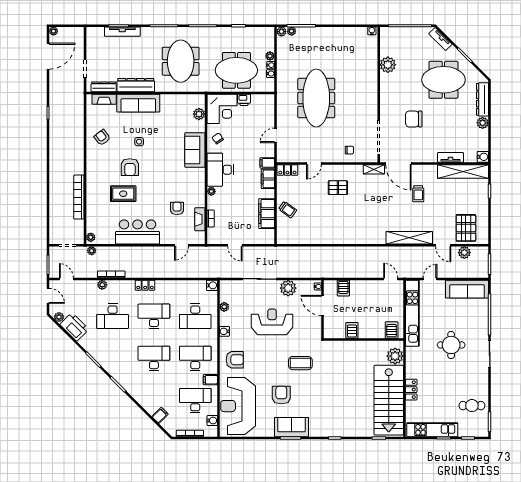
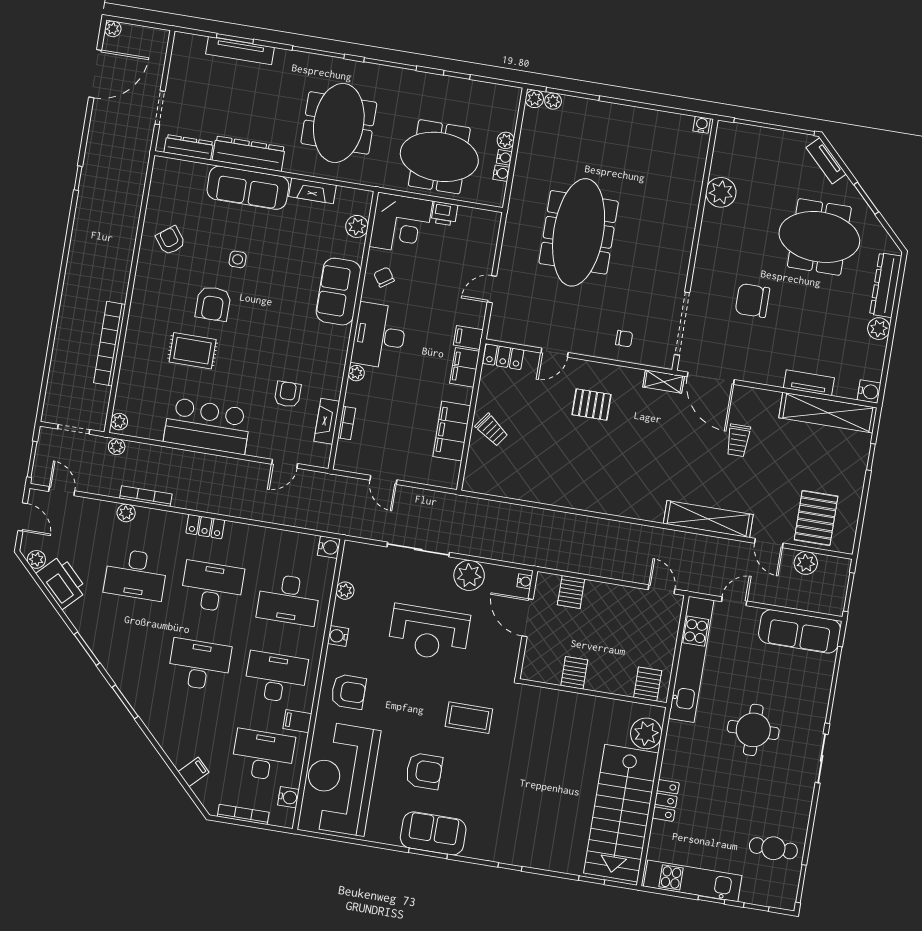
fireplace: (104, 99) -> (312, 191), moved
reception desk: (272, 322) -> (429, 633), turned 180
armchair: (281, 395) -> (424, 771), turned 90

